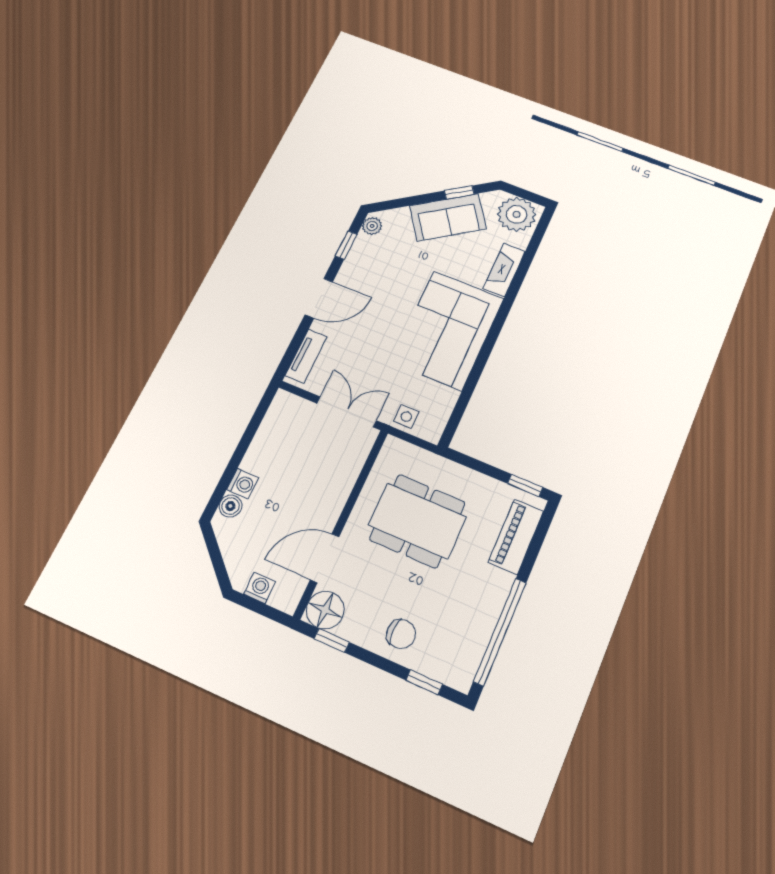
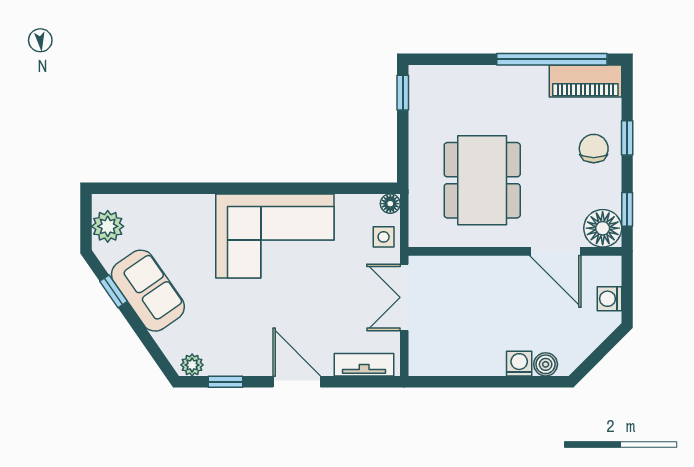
plant: (517, 214) -> (108, 226), width x0.73, depth x0.73
fireplace: (504, 270) -> (183, 207), removed
floor lamp: (432, 434) -> (390, 204), added
piano: (516, 537) -> (585, 81), moved
window: (424, 682) -> (627, 138), moved

